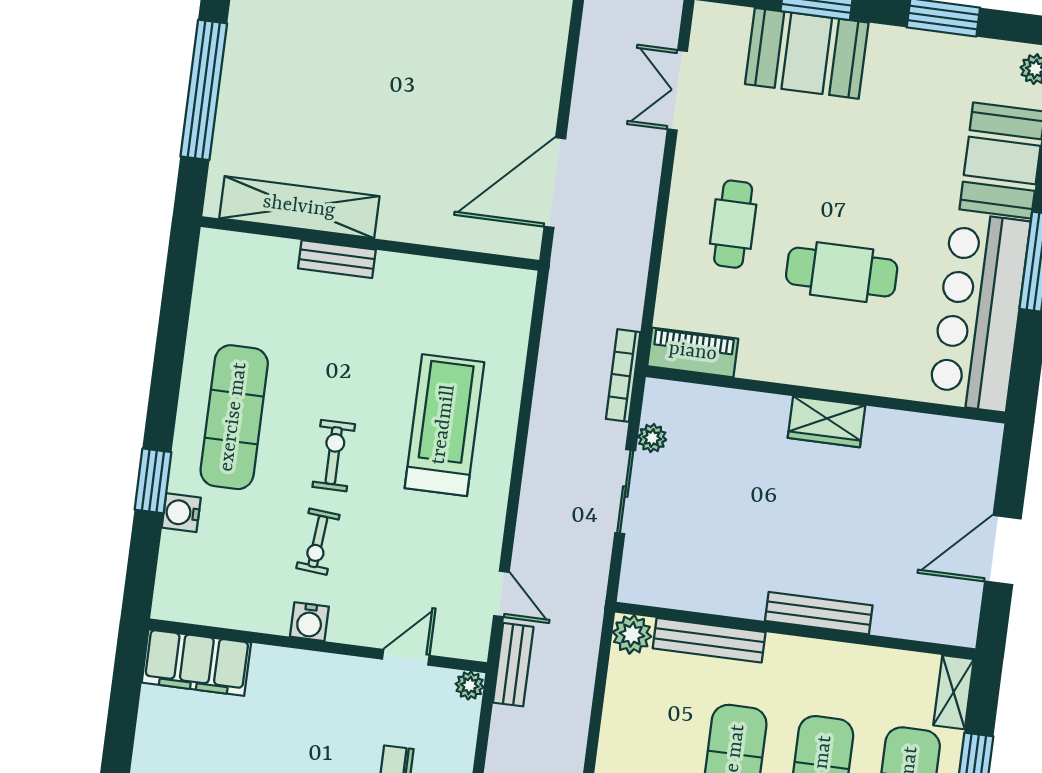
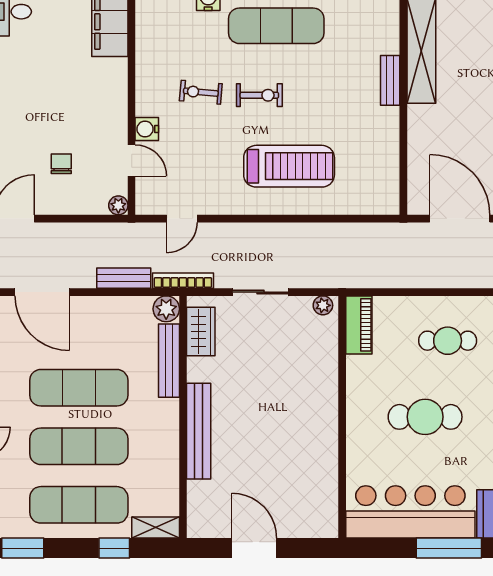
cafe table: (842, 272) -> (425, 417), turned 90
bookcase: (623, 375) -> (183, 281), moved
wardrobe: (826, 422) -> (201, 331), moved, turned 180
plant: (652, 438) -> (323, 305), moved
bench: (819, 613) -> (199, 431), width x1.37, depth x1.21
water cooler: (309, 622) -> (147, 129), moved
bench: (513, 665) -> (124, 278), moved

